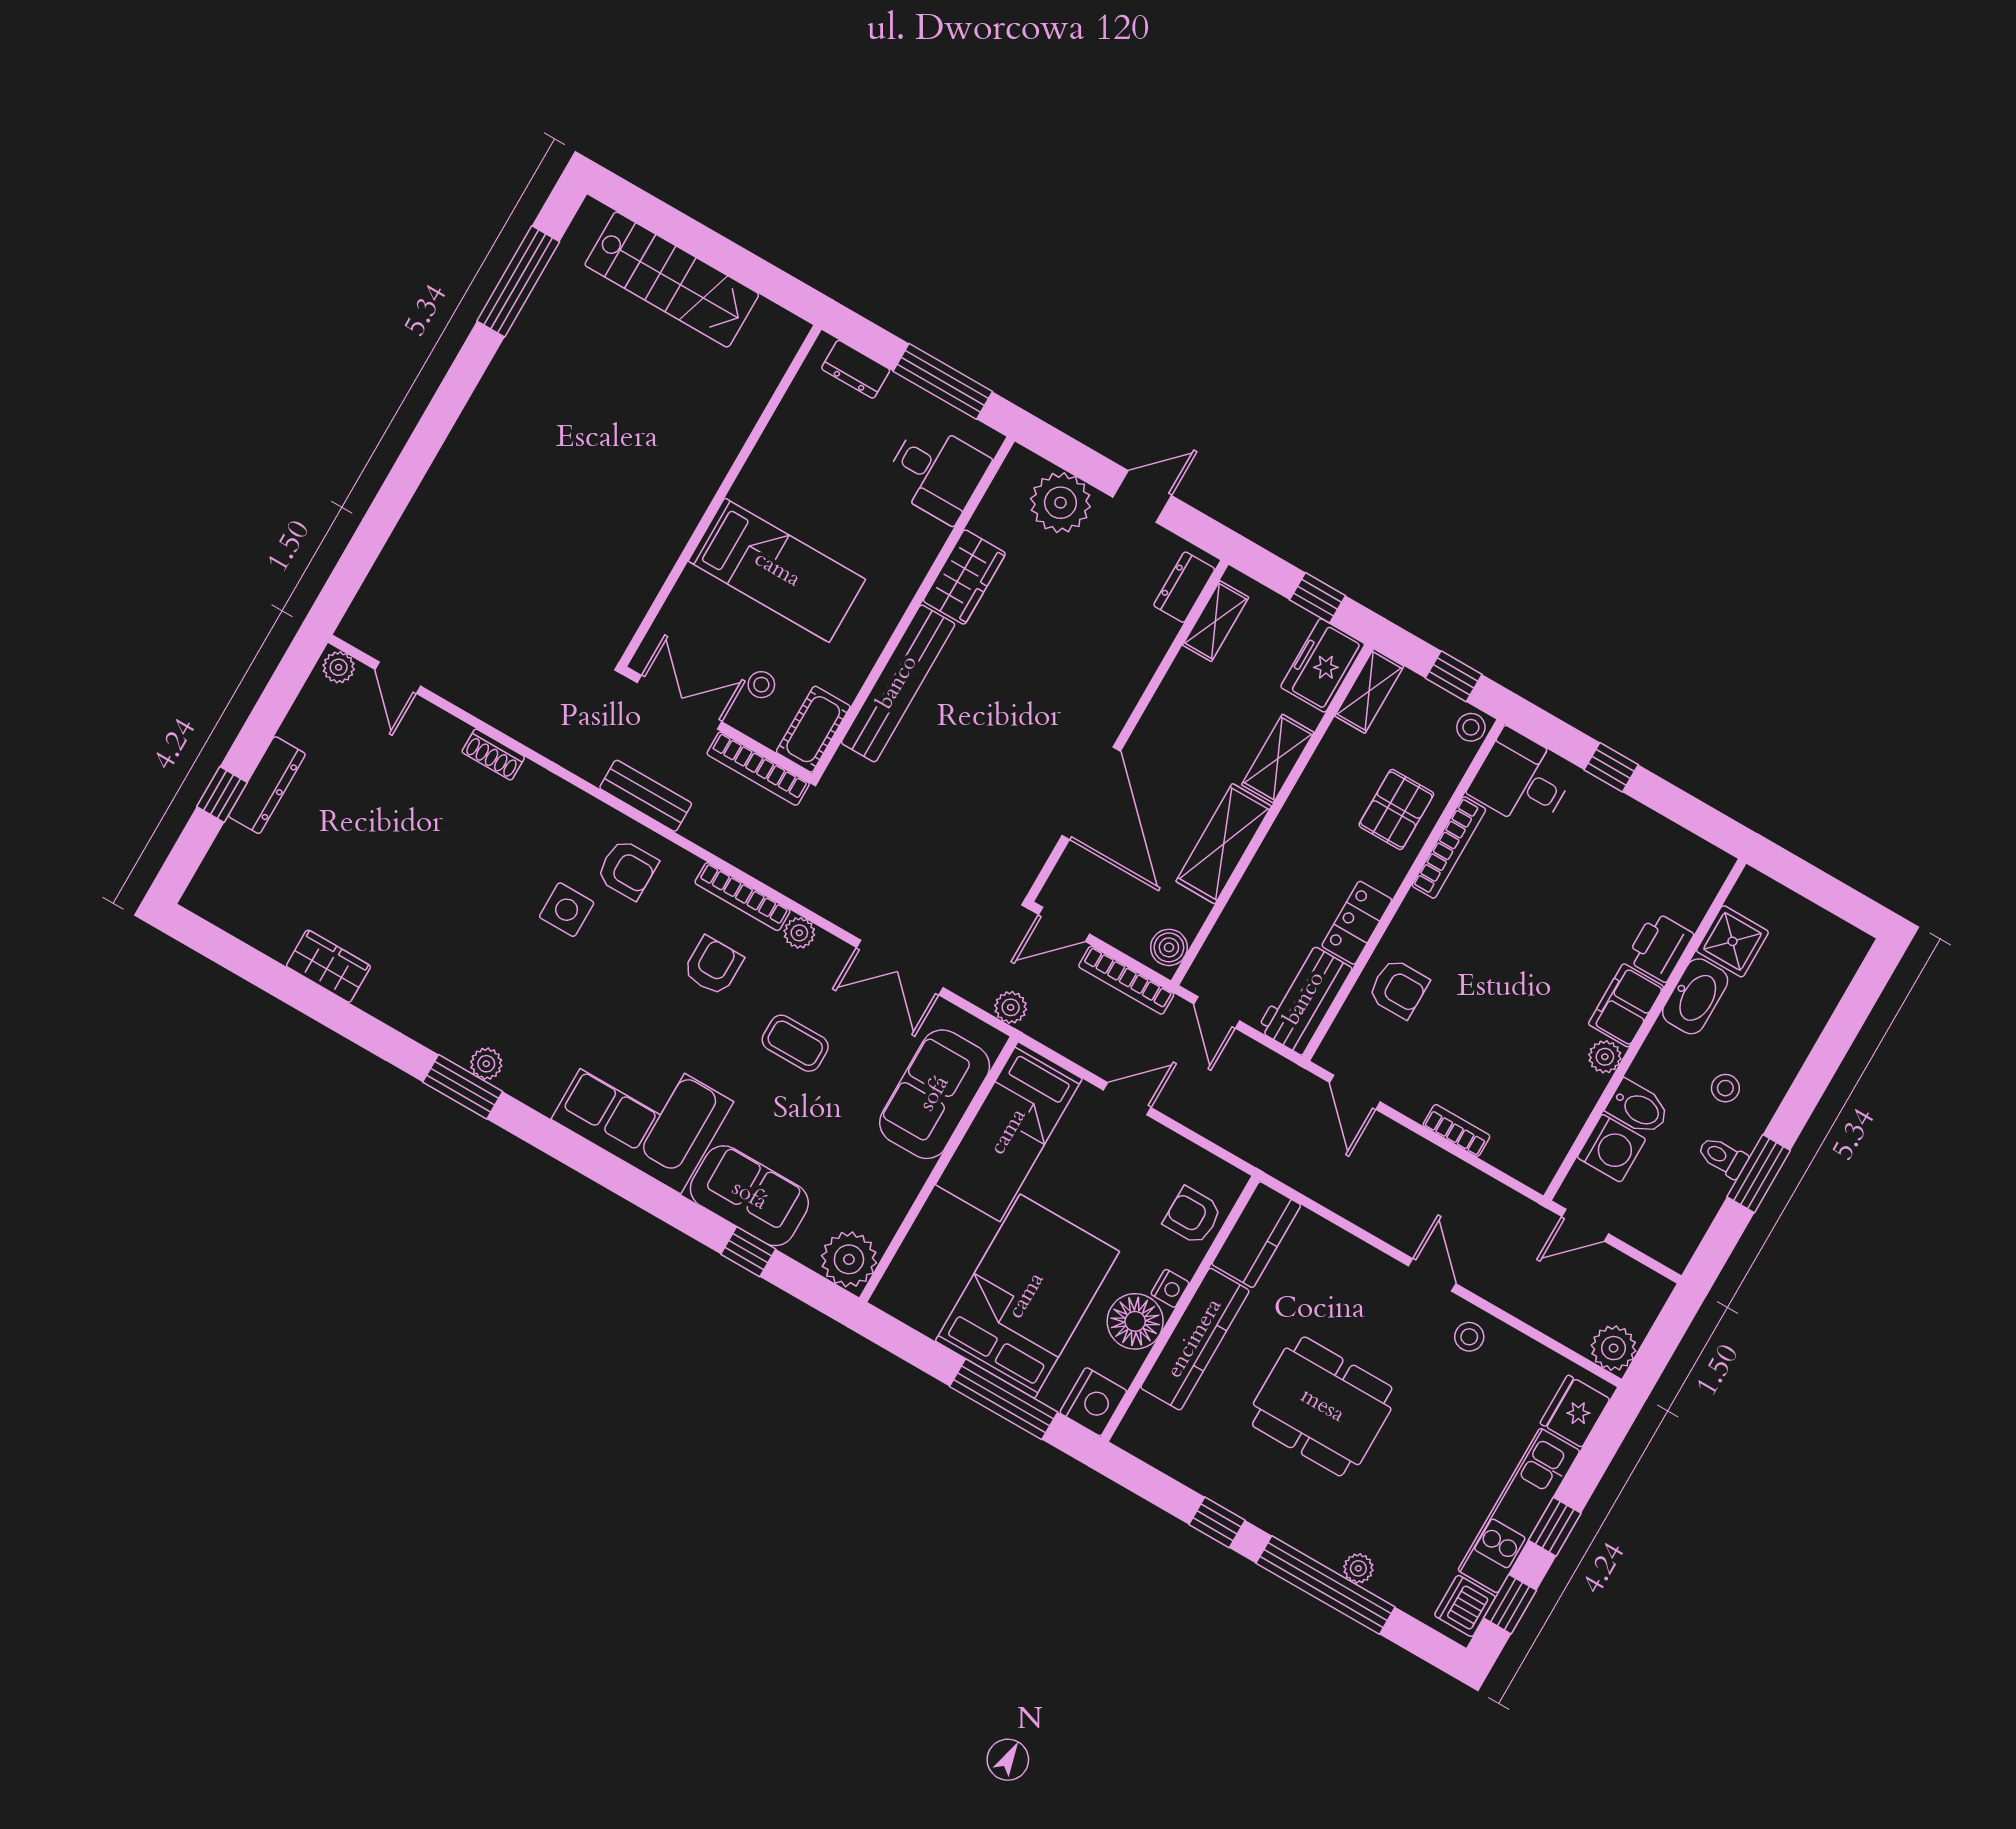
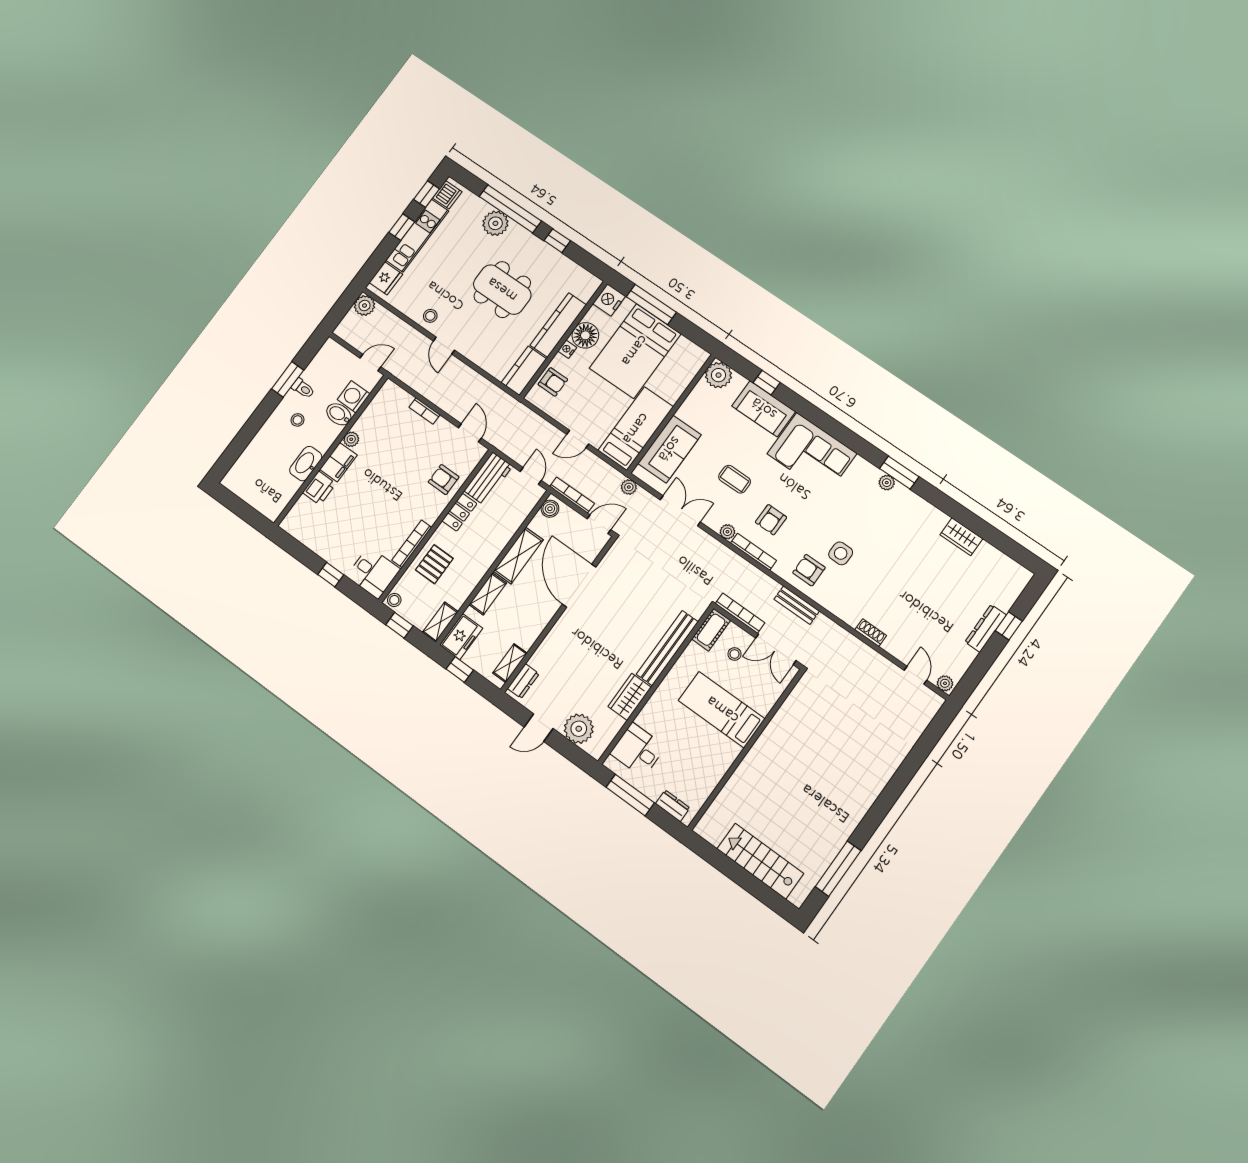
shower: (1732, 941) -> (285, 488), removed
plant: (1358, 1568) -> (495, 223), width x1.87, depth x1.87

